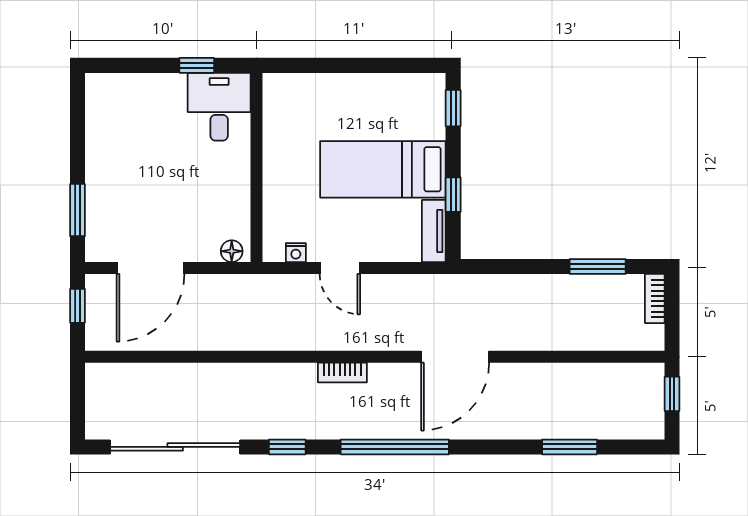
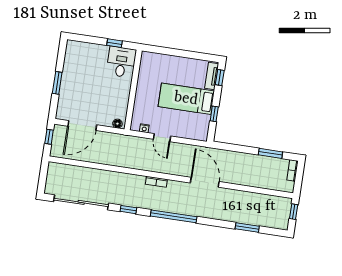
window: (77, 210) -> (57, 83), moved
tv unit: (434, 231) -> (212, 76), moved
door: (455, 357) -> (205, 182), swing flipped

